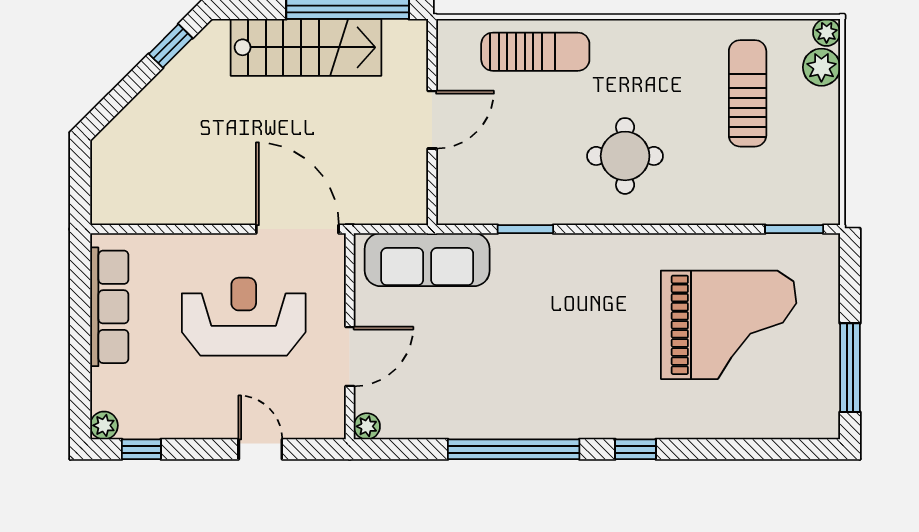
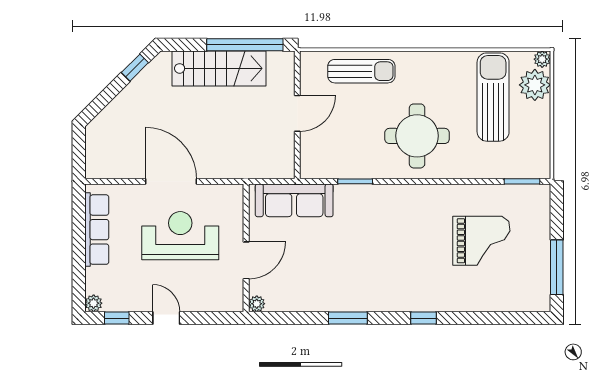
plant: (821, 67) -> (535, 85), width x1.36, depth x1.36
sun lounger: (748, 93) -> (493, 97), width x1.36, depth x1.34
round table: (625, 156) -> (417, 136), width x1.36, depth x1.36
door: (297, 229) -> (171, 181), moved
grand piano: (729, 325) -> (481, 241), width x0.73, depth x0.68
door: (260, 449) -> (166, 318), moved
window: (514, 449) -> (348, 318), width x0.47

